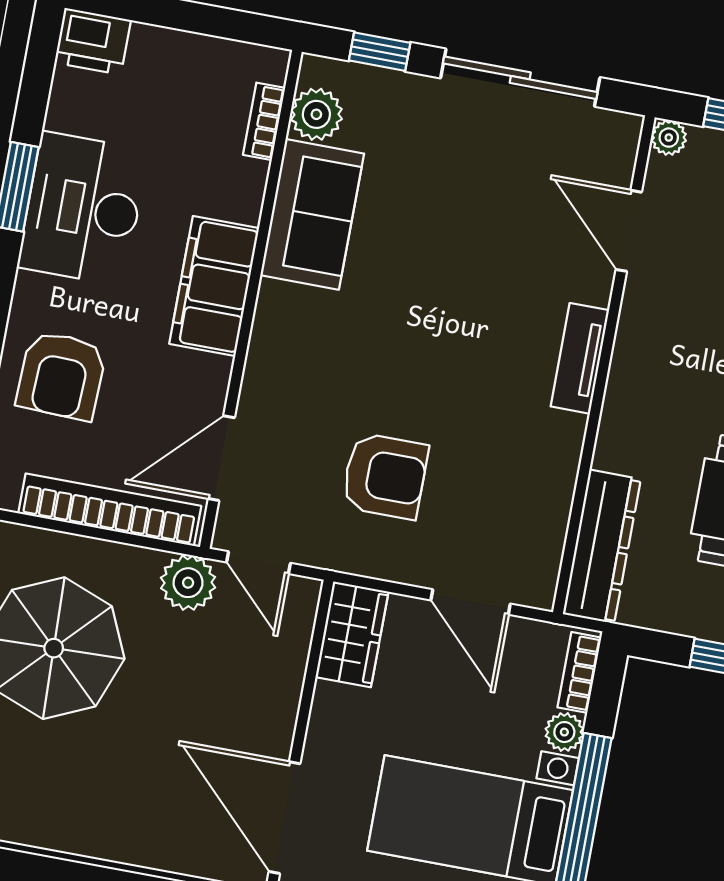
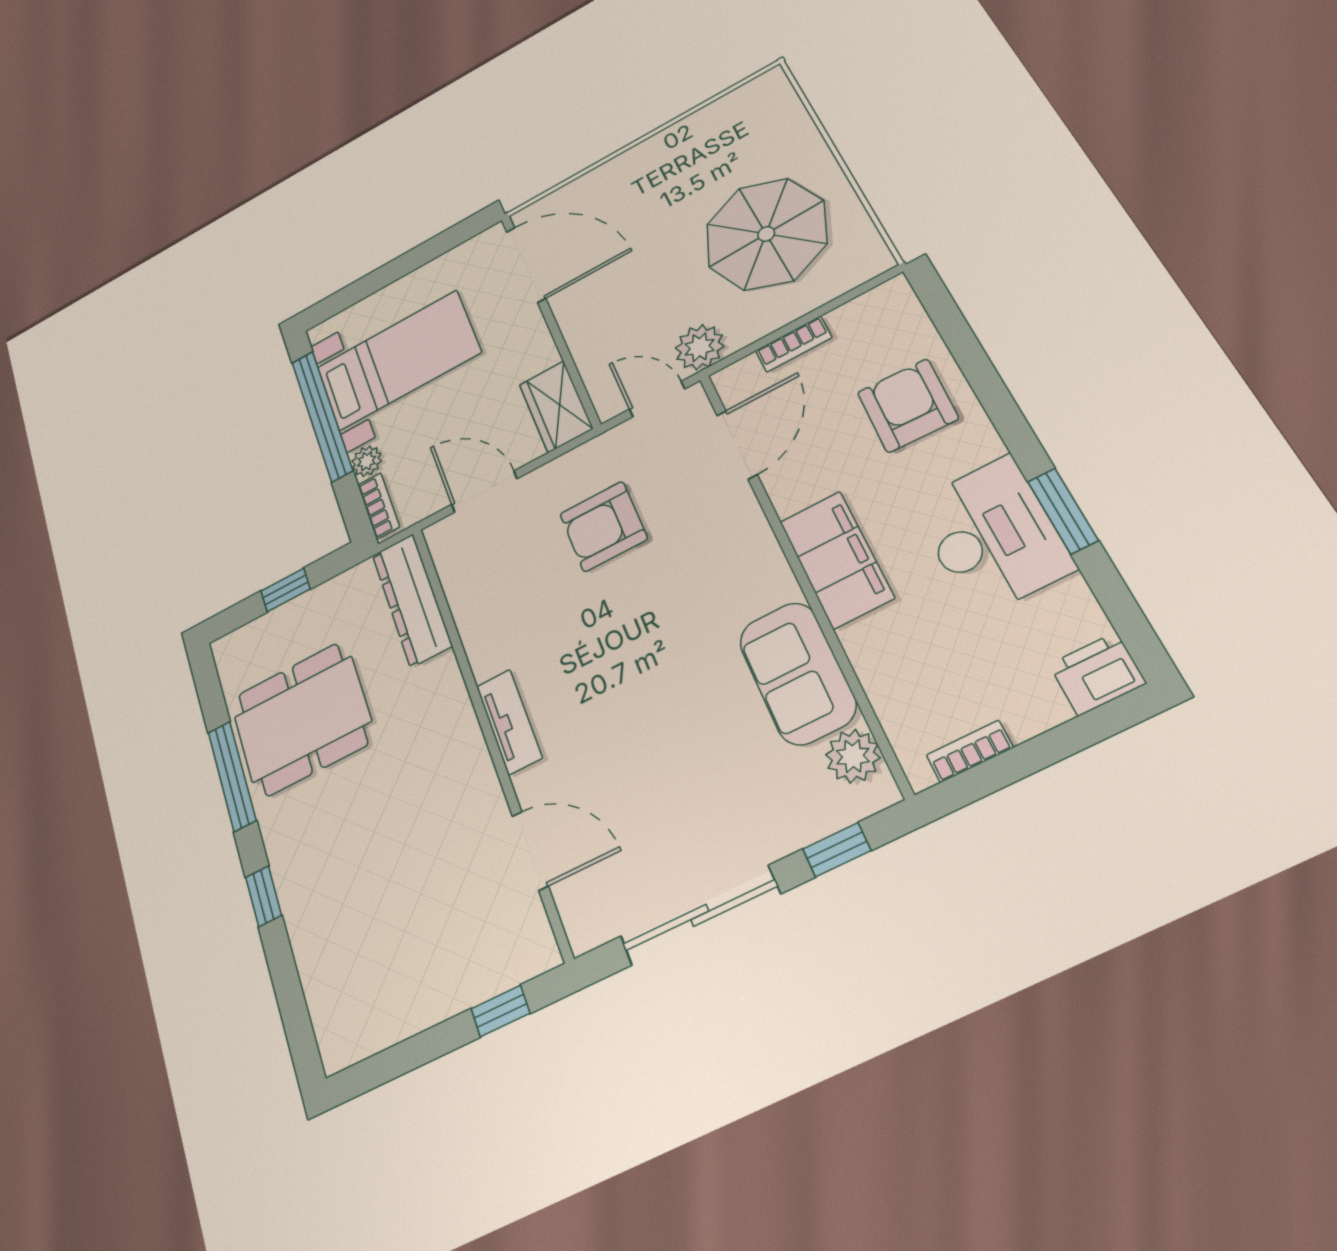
bookcase: (264, 121) -> (970, 751), moved, turned -90
plant: (669, 138) -> (543, 954), removed
bookcase: (110, 510) -> (794, 344), width x0.43, depth x0.76

